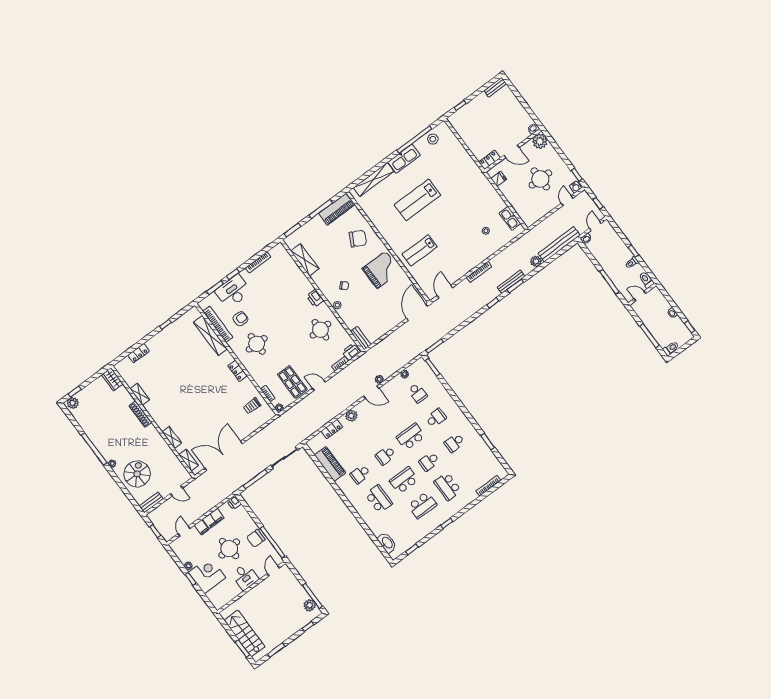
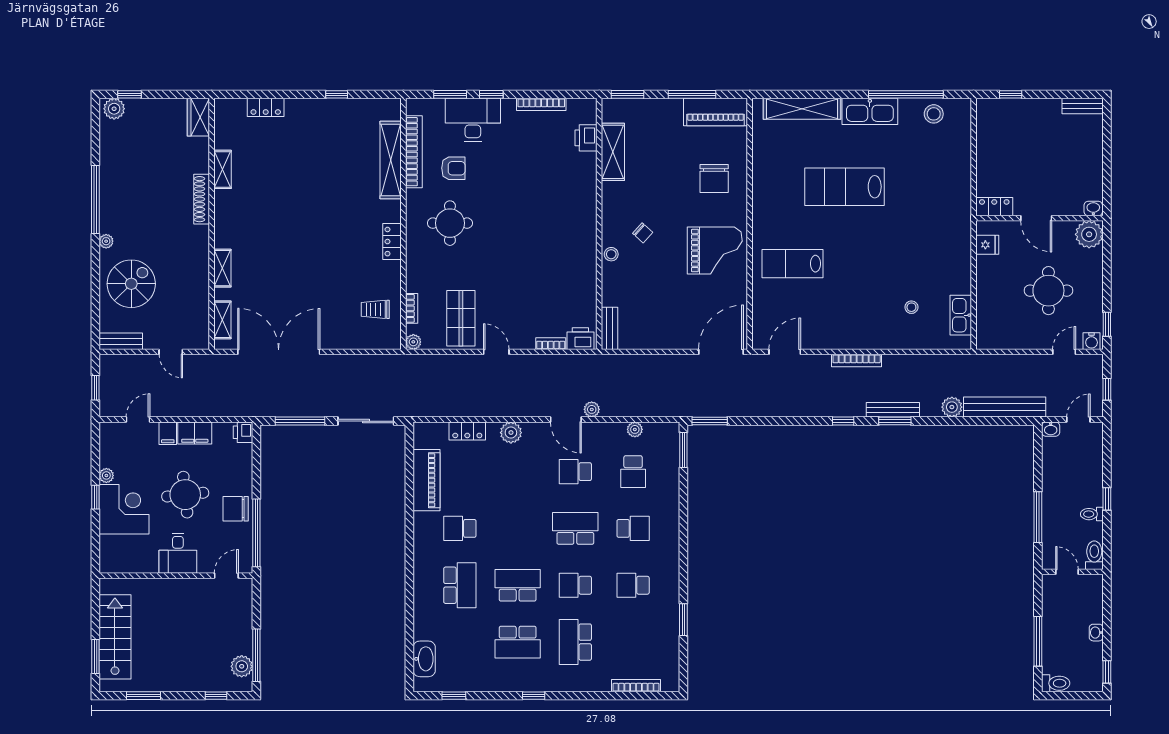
chair: (358, 239) -> (714, 178), turned 62
printer: (315, 298) -> (586, 138), moved
round table: (320, 330) -> (559, 272), removed
school desk: (385, 455) -> (575, 472), moved

